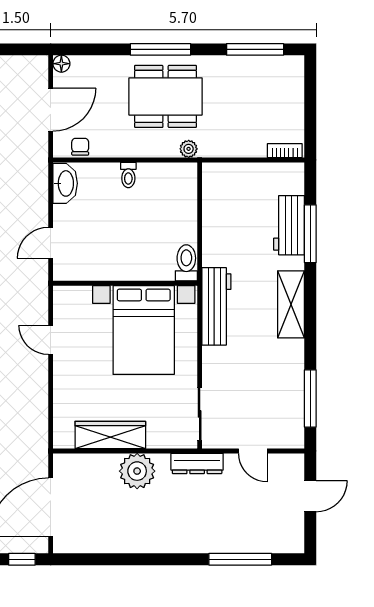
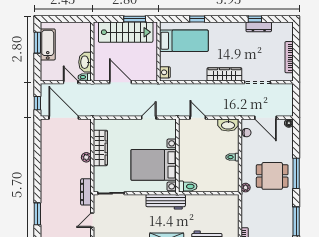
dining table: (166, 96) -> (272, 176), width x0.73
plant: (137, 471) -> (86, 157), width x0.53, depth x0.53
window: (240, 559) -> (37, 214), width x0.69

